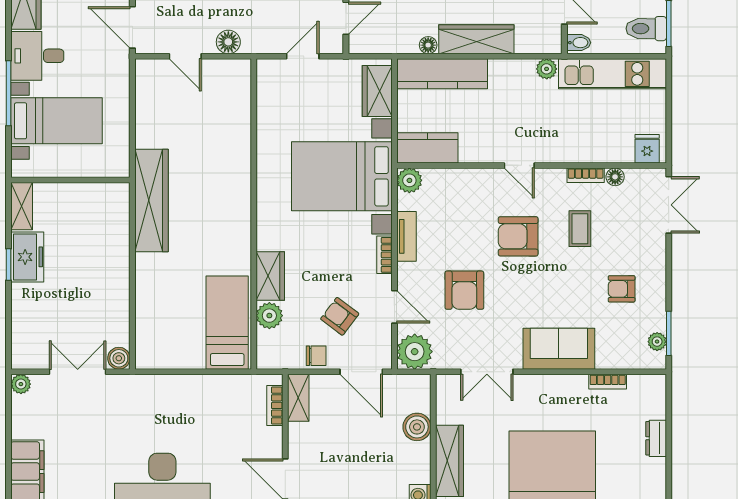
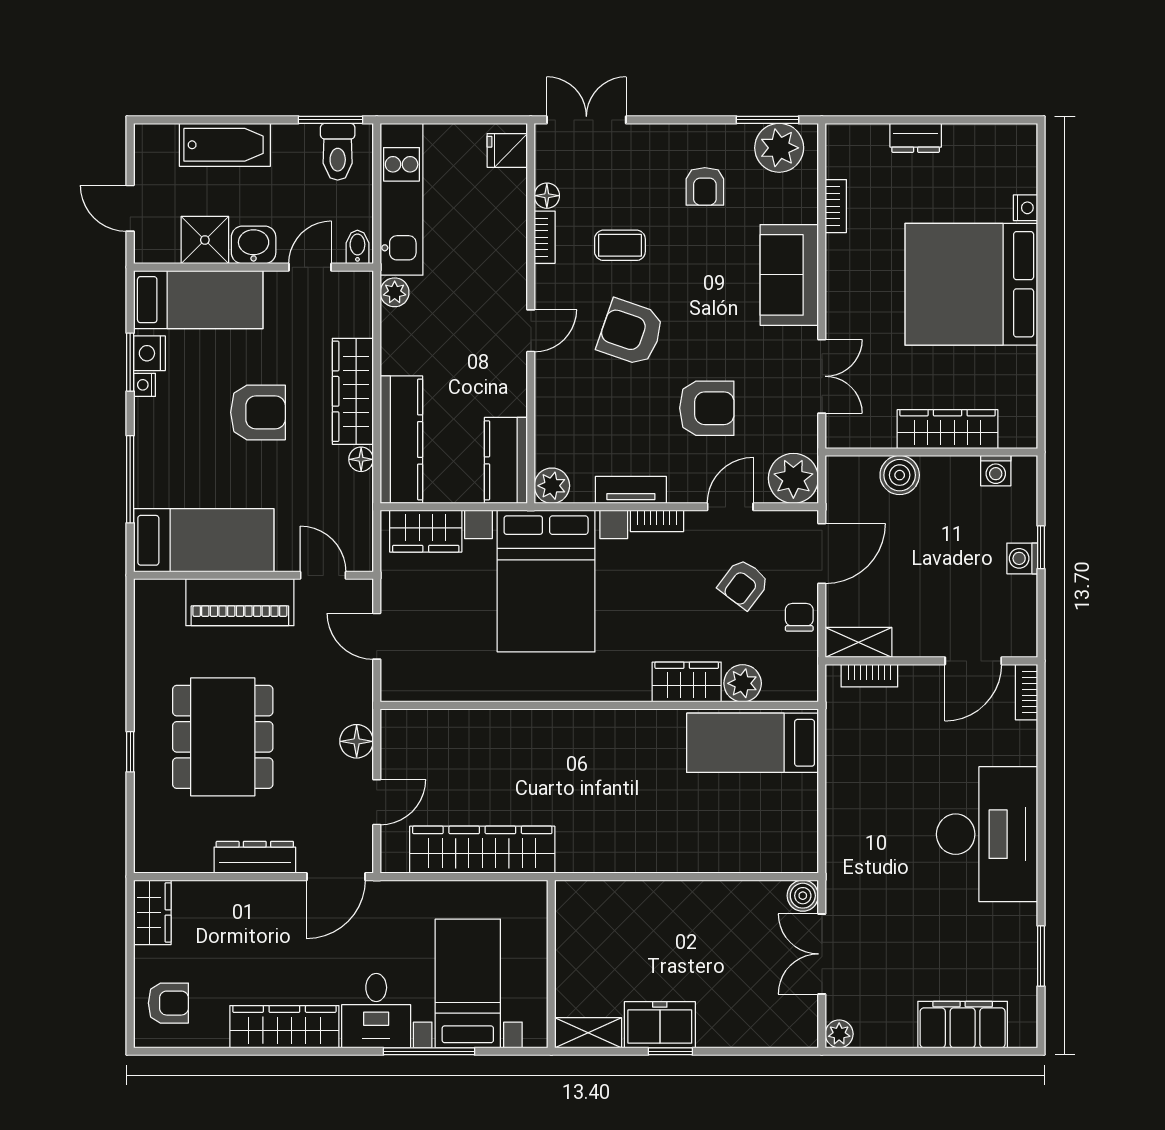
wardrobe: (151, 201) -> (482, 850), moved
armchair: (518, 236) -> (631, 332), turned 109
plant: (657, 342) -> (779, 148), width x1.88, depth x1.88

